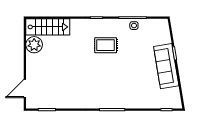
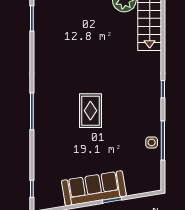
rug: (106, 45) -> (90, 111), moved

